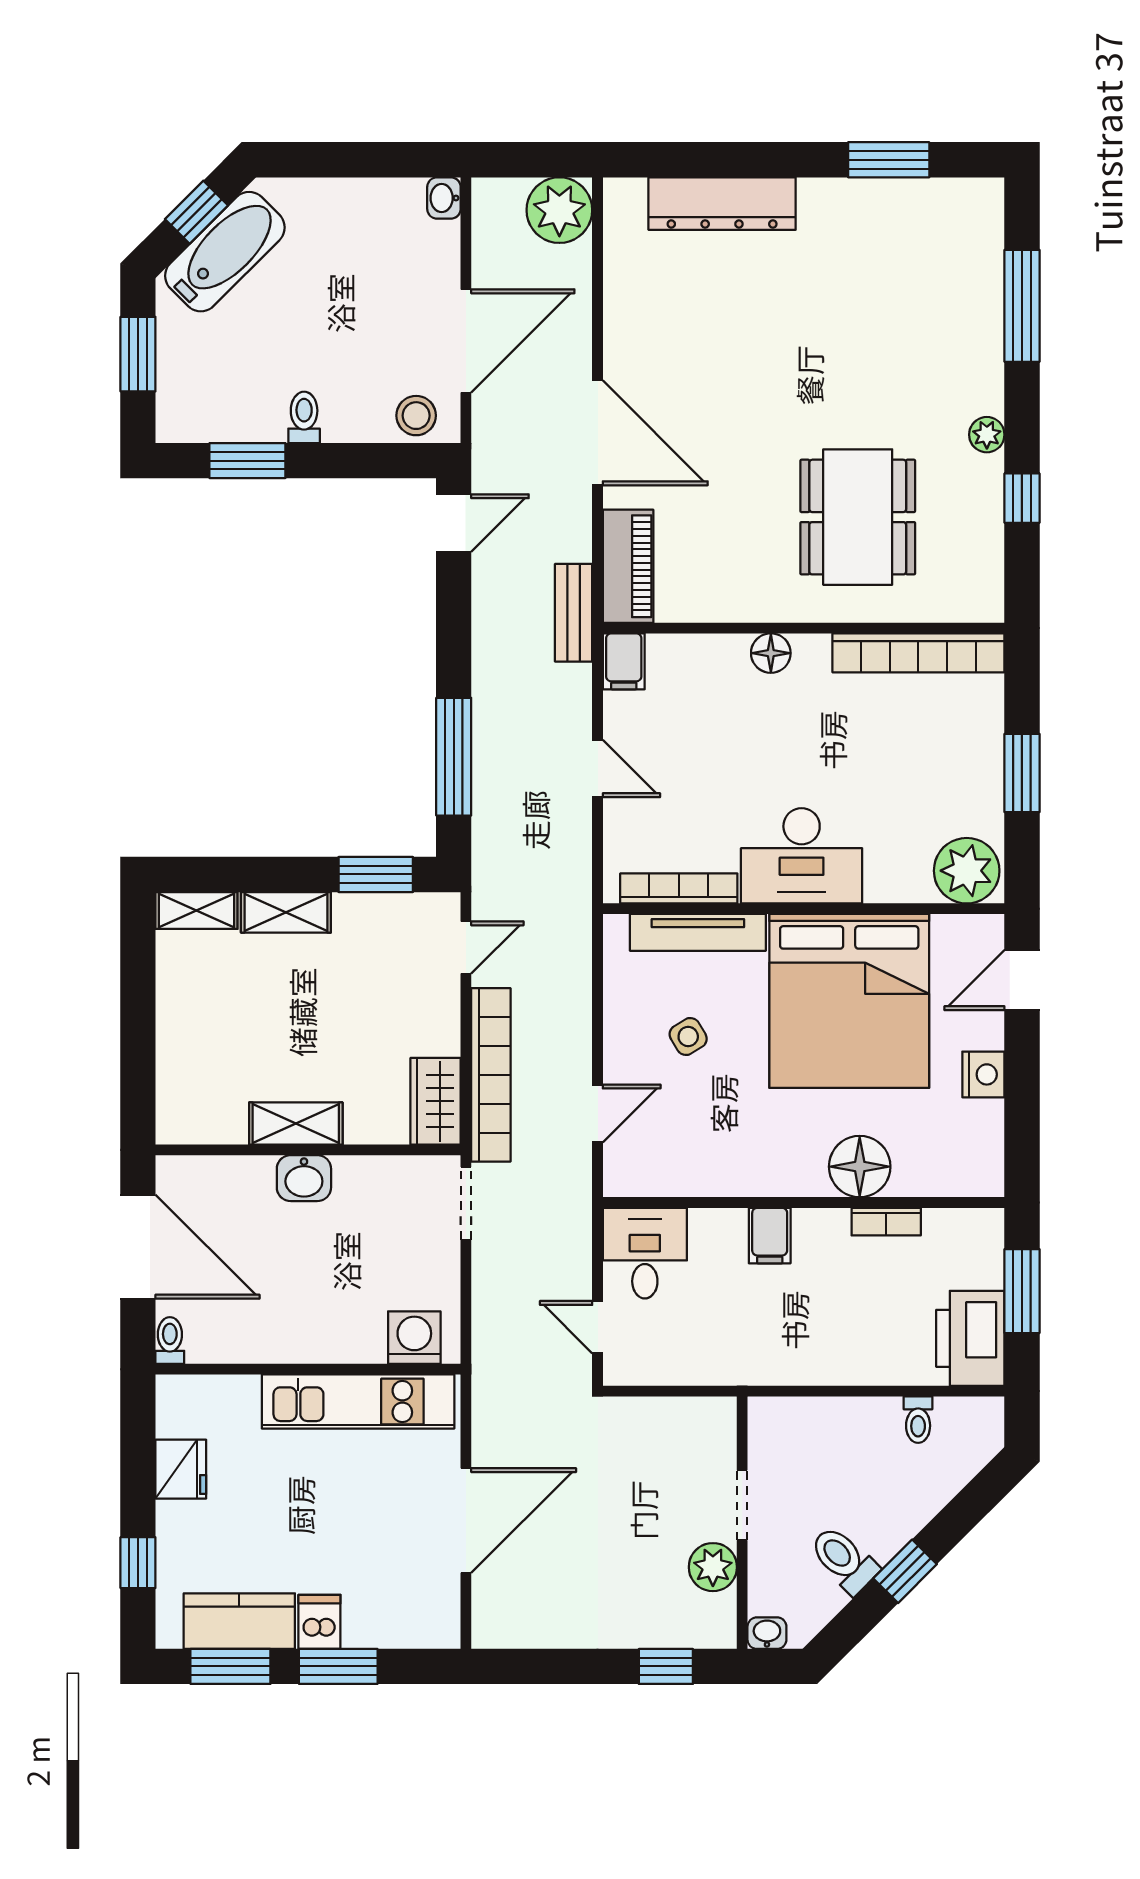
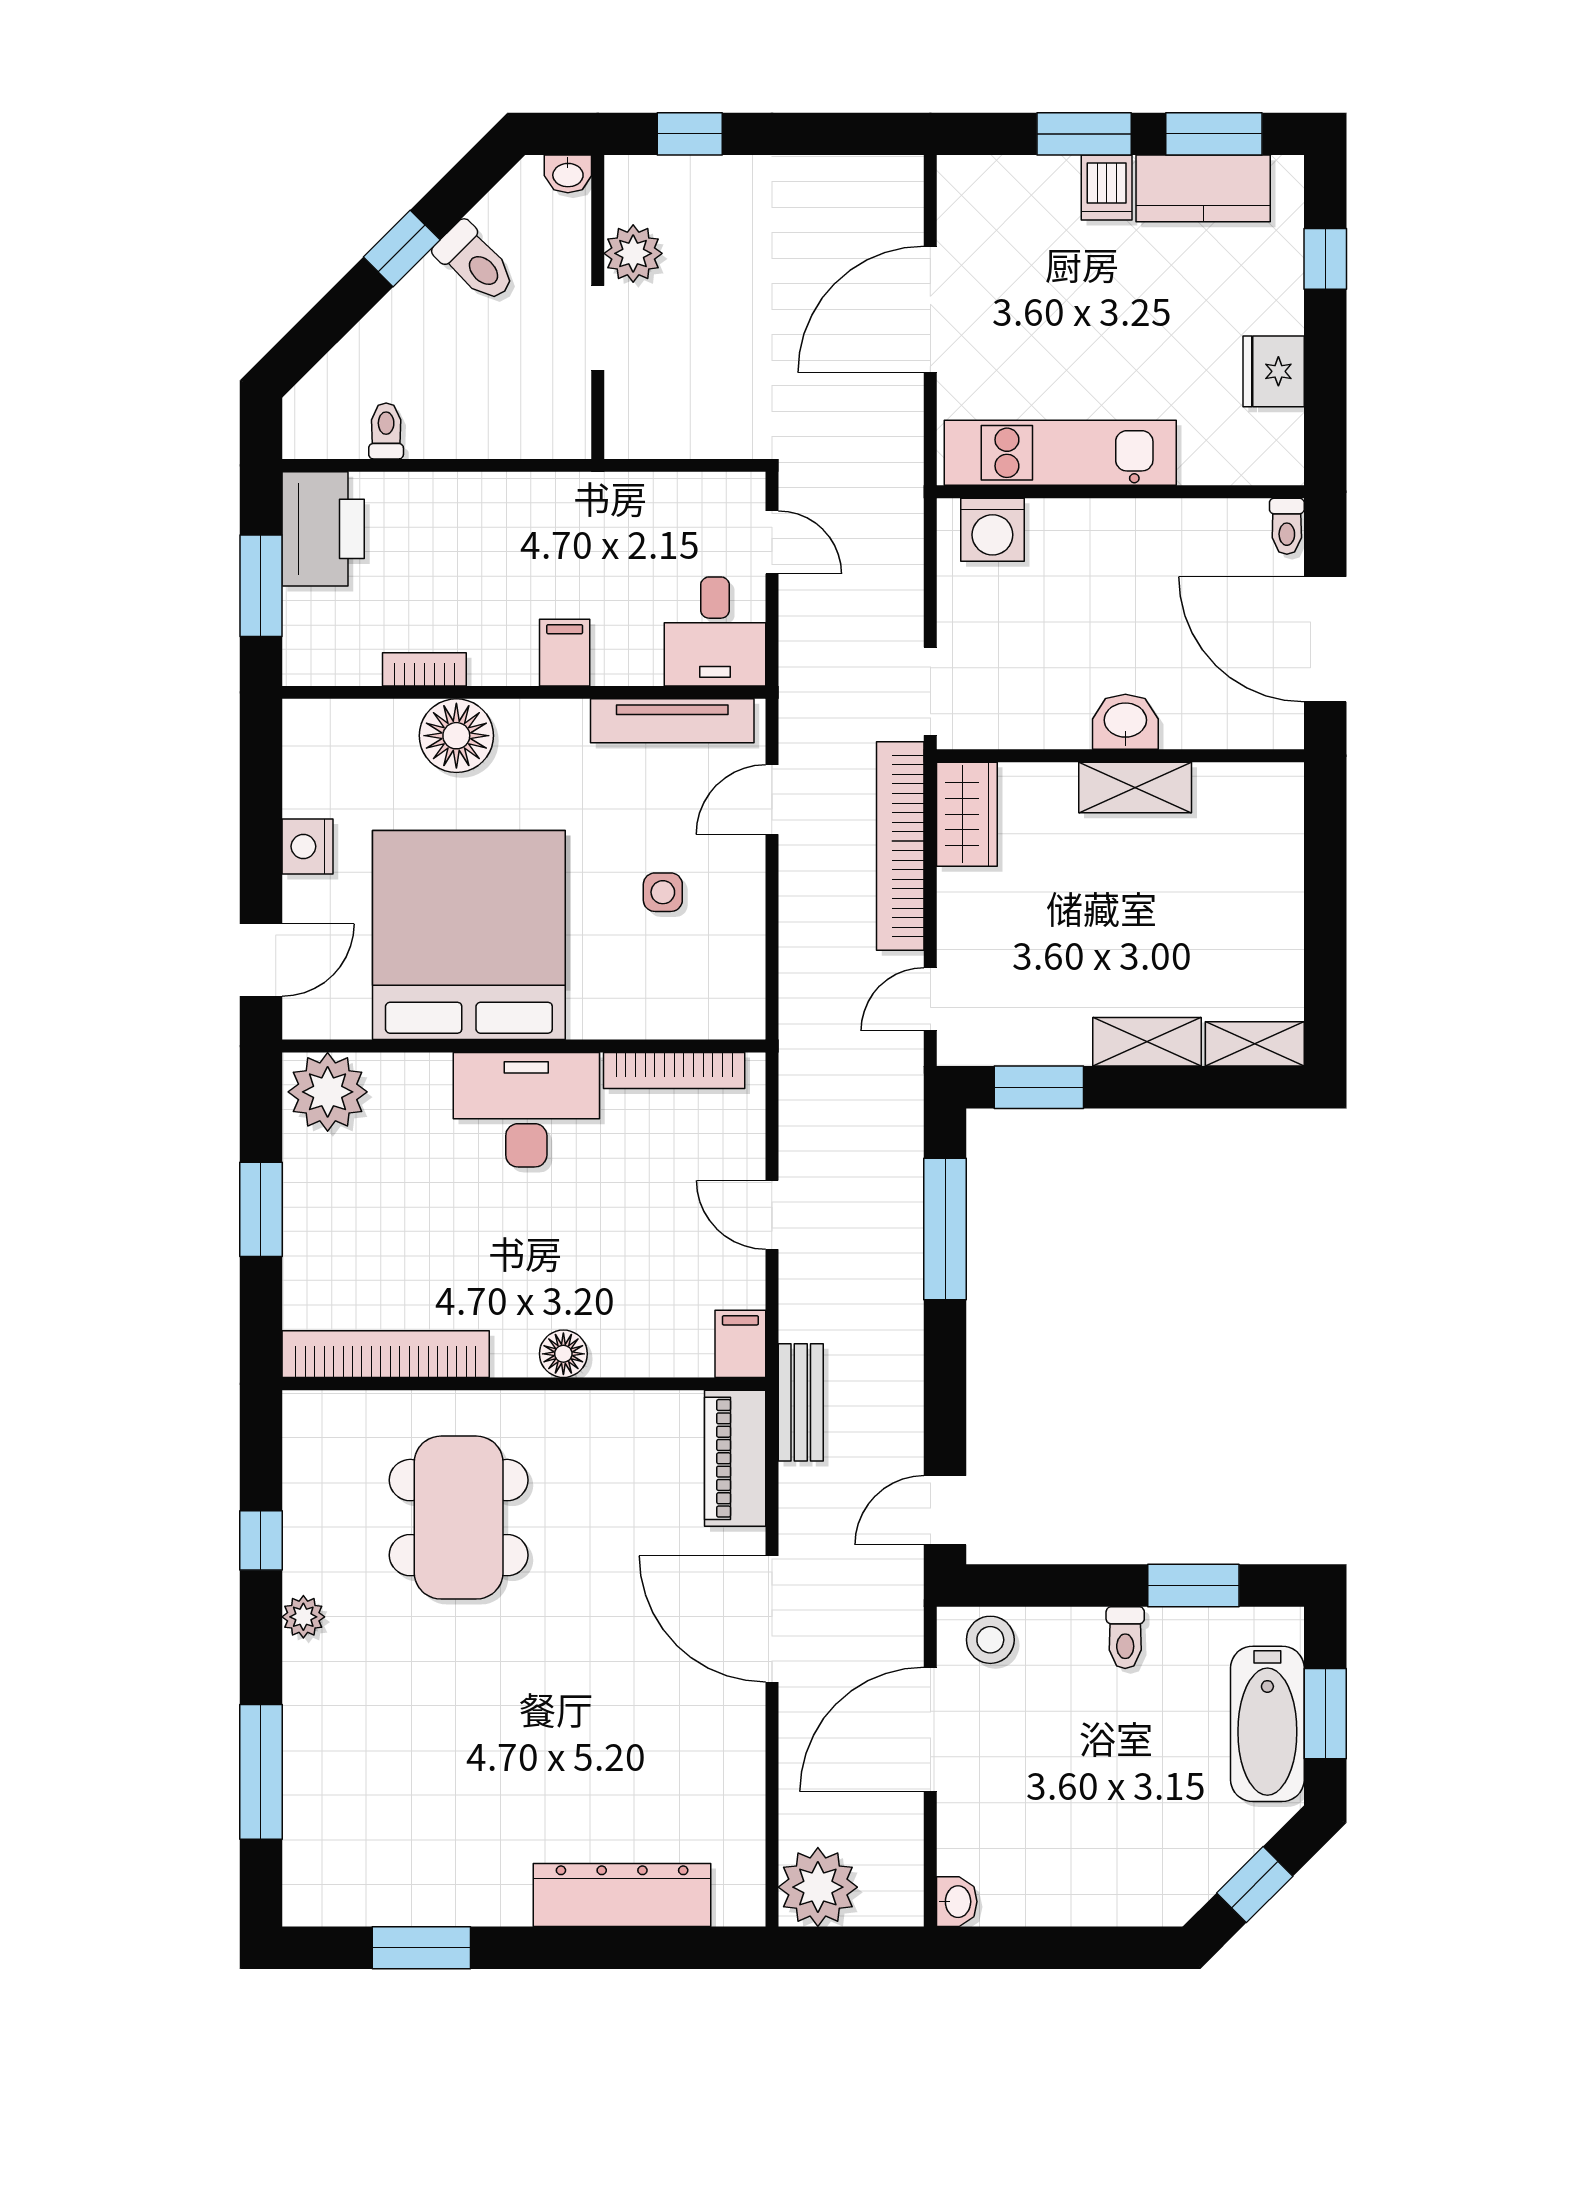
bathtub: (225, 252) -> (1267, 1724), moved, turned -45
tv unit: (698, 932) -> (672, 721), moved, turned 180
side table: (688, 1037) -> (663, 892), turned 31

